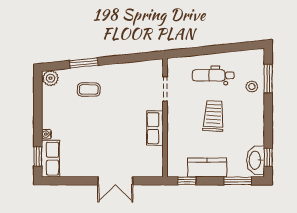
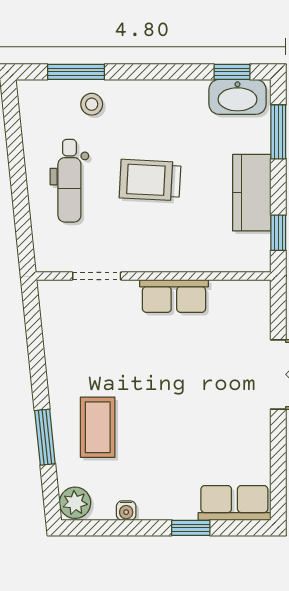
coffee table: (89, 90) -> (98, 427), width x1.36, depth x1.30
water cooler: (47, 134) -> (126, 511), moved
window: (38, 156) -> (191, 528), moved

